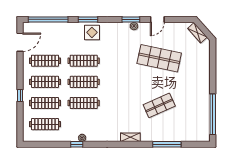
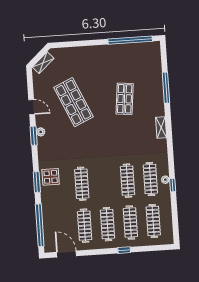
shop shelf: (159, 58) -> (73, 102), turned -36
clothes rail: (84, 82) -> (150, 179), moved
shop shelf: (159, 105) -> (125, 99), turned 30

